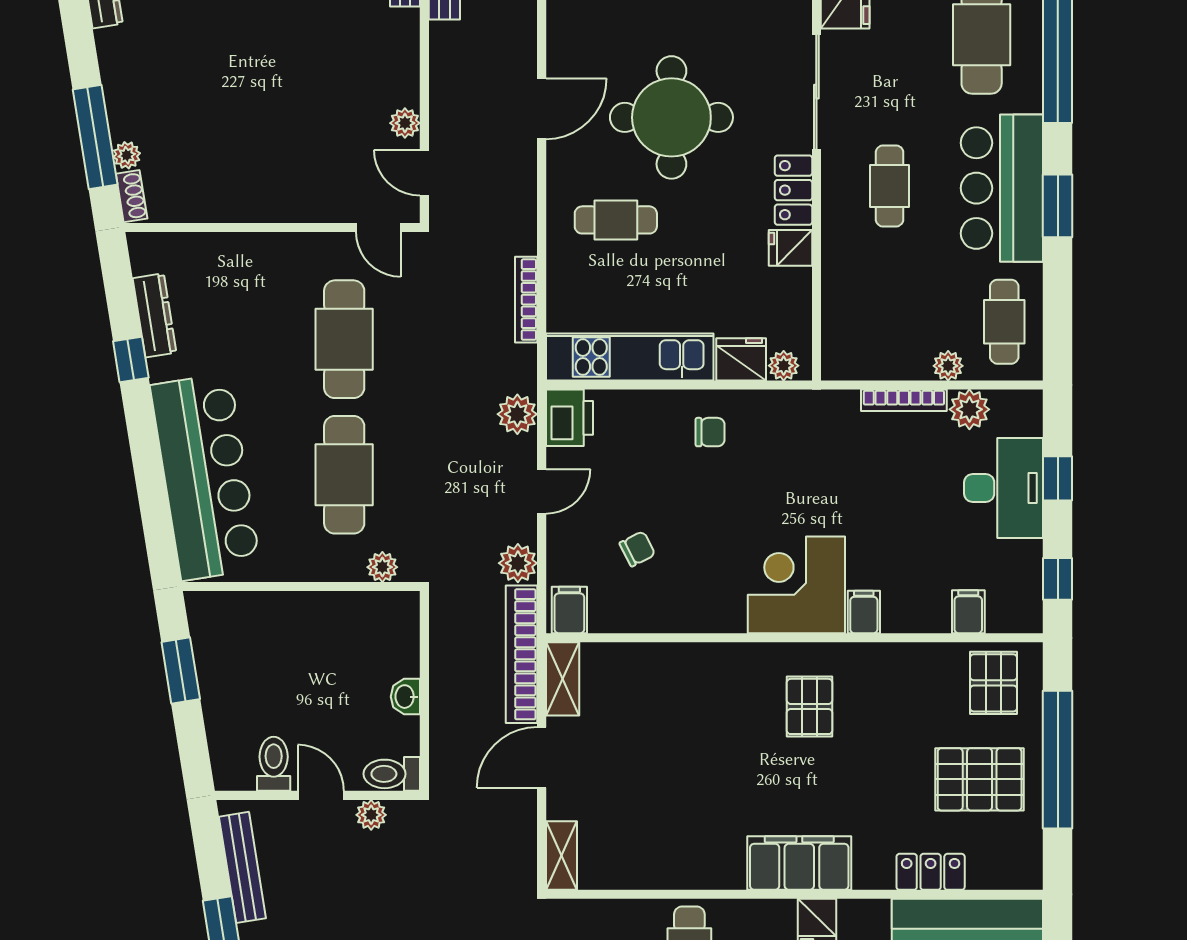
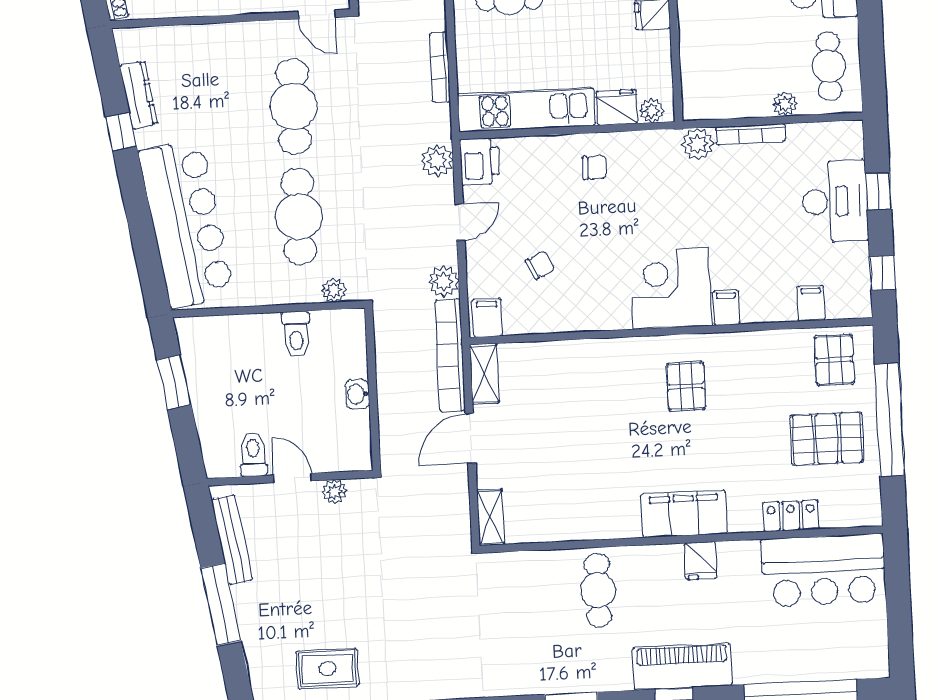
plant: (969, 409) -> (698, 144), moved
toilet: (392, 774) -> (296, 334), moved, turned -90

